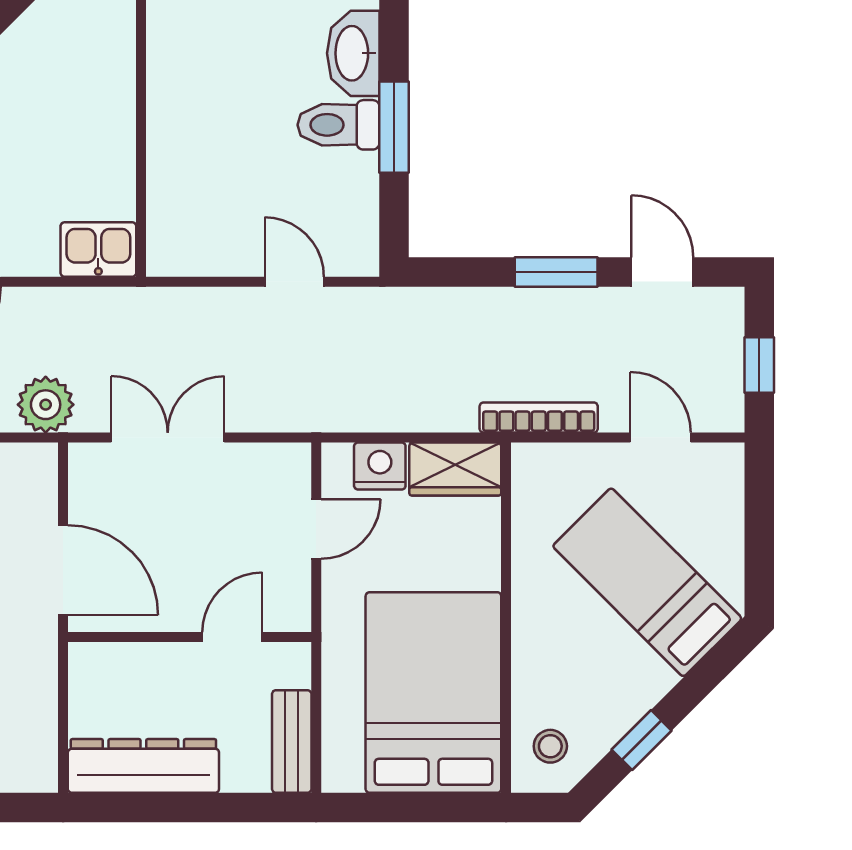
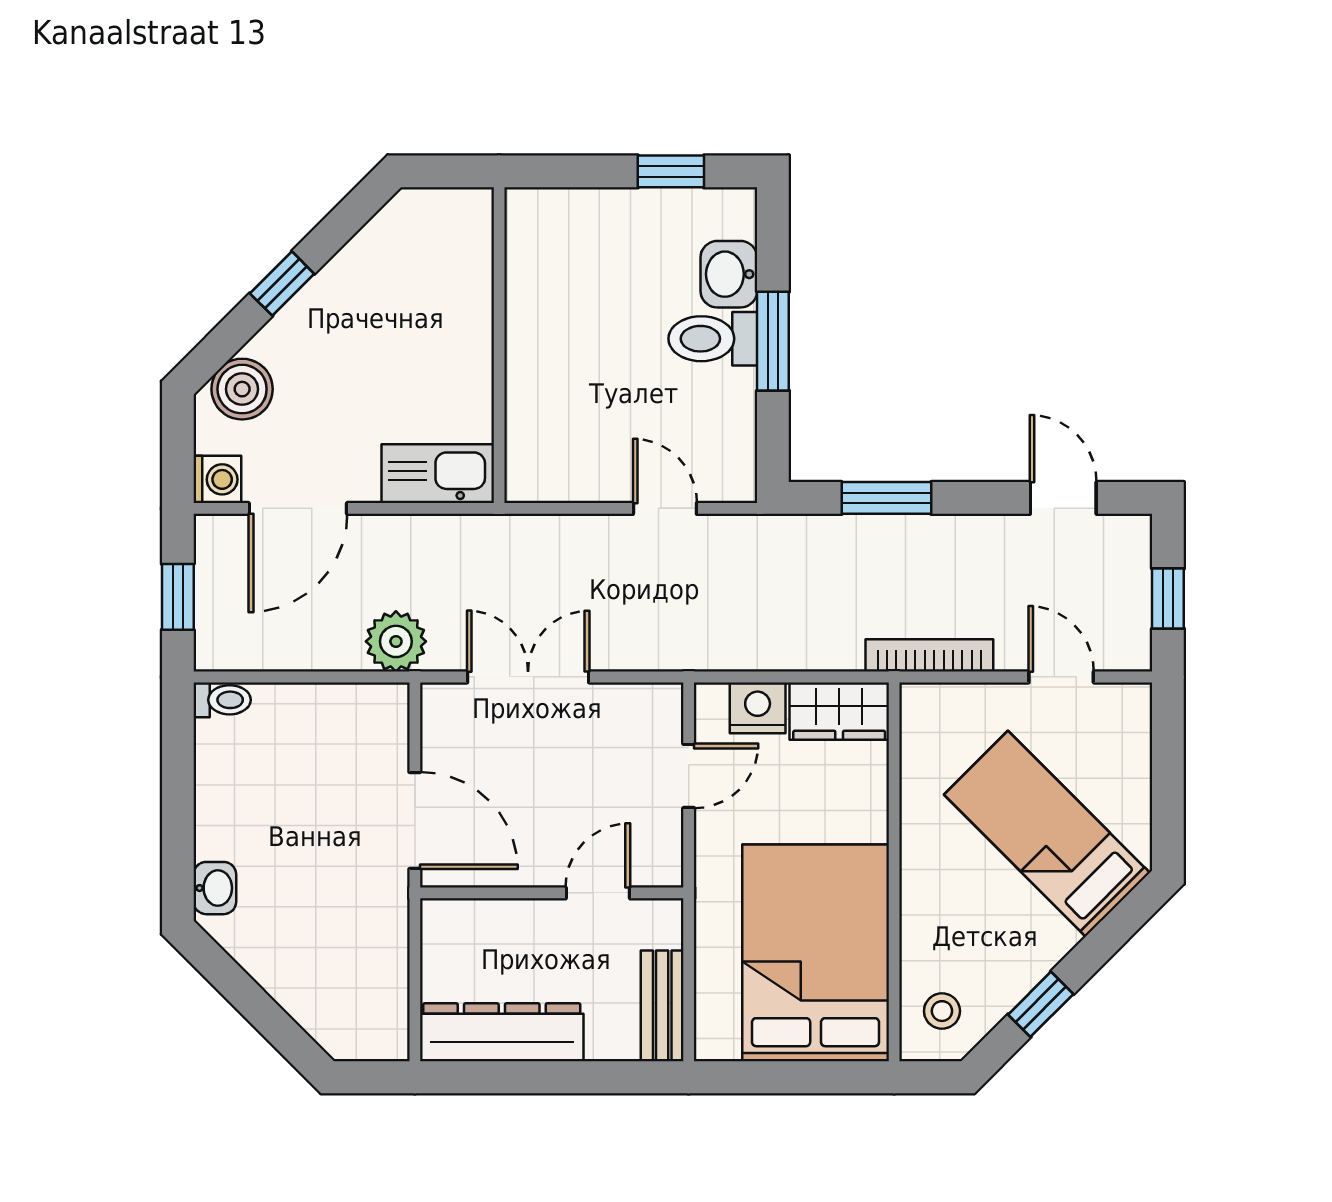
washbasin: (353, 53) -> (729, 274), width x0.72
kitchen sink: (98, 250) -> (438, 474), width x1.38
window: (556, 272) -> (886, 498), moved

